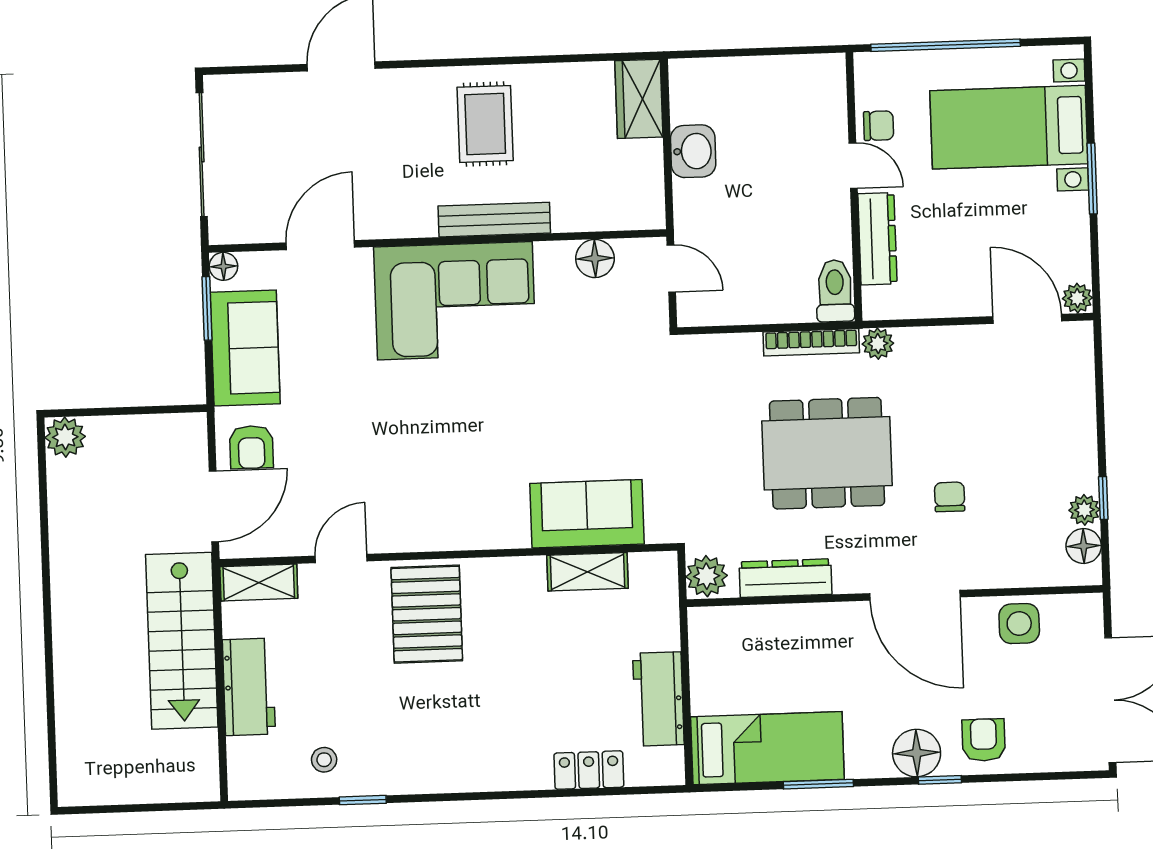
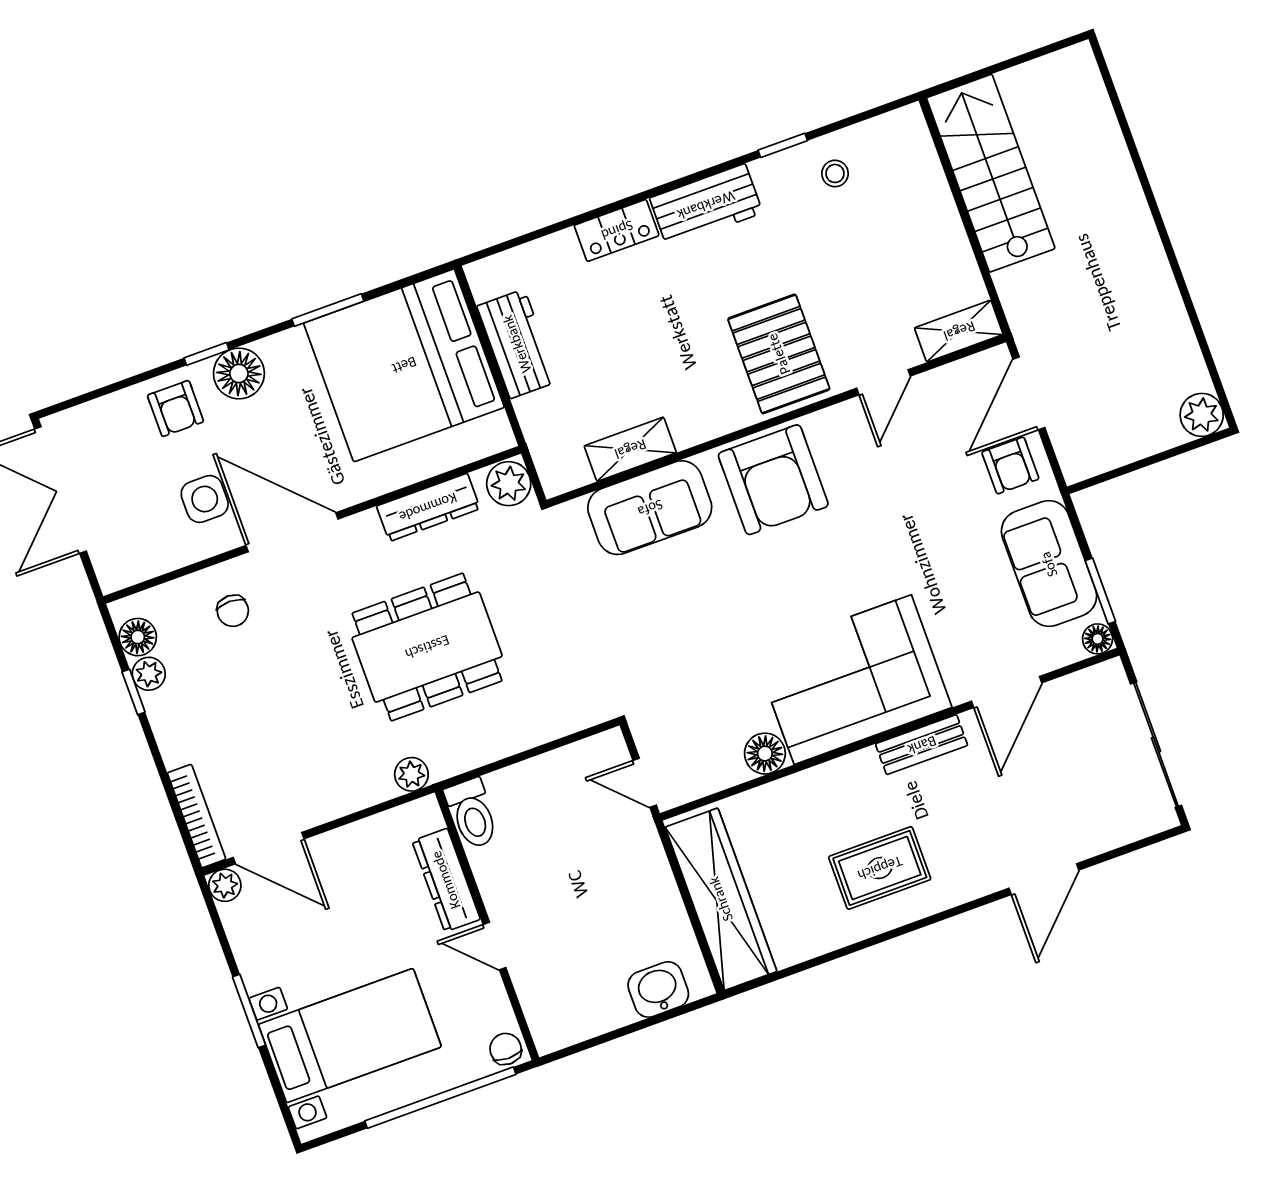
wardrobe: (639, 99) -> (721, 899), width x2.10, depth x1.17
rug: (485, 124) -> (880, 868), turned 90
chair: (879, 126) -> (506, 1049), moved, turned 90
washbasin: (693, 151) -> (658, 989), moved, turned 90
bench: (494, 220) -> (922, 745), moved, width x0.73
floor lamp: (595, 258) -> (765, 754), moved
bookcase: (811, 342) -> (197, 816), moved, turned 90
armchair: (251, 447) -> (1010, 465), turned 180
chair: (950, 497) -> (233, 611), moved
armchair: (468, 503) -> (773, 480), added
side table: (1019, 624) -> (205, 499), moved
stairs: (182, 641) -> (991, 173), moved
workbench: (249, 687) -> (706, 205), moved, turned -90
bed: (767, 748) -> (404, 365), width x2.04
locker: (589, 770) -> (617, 230), moved

